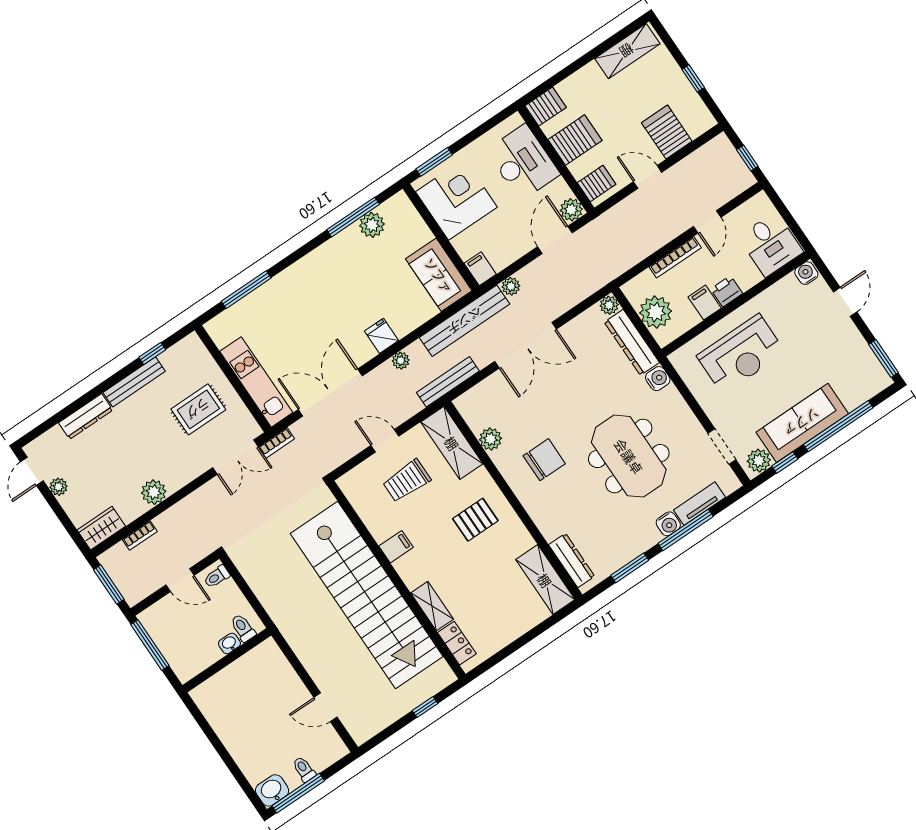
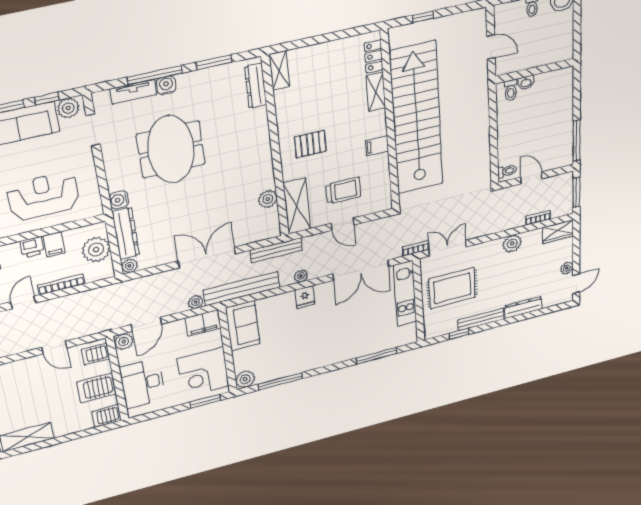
server rack: (667, 132) -> (24, 375), removed
plant: (372, 225) -> (245, 379), moved
filing cabinet: (480, 269) -> (203, 323), width x2.00
rug: (198, 409) -> (452, 288), width x1.36, depth x1.43
chair: (544, 460) -> (237, 170), removed
shelving: (545, 580) -> (279, 70), width x0.67, depth x0.75
toilet: (243, 628) -> (511, 90), moved
washbasin: (229, 643) -> (526, 83), moved
wall: (227, 660) -> (535, 71), moved

